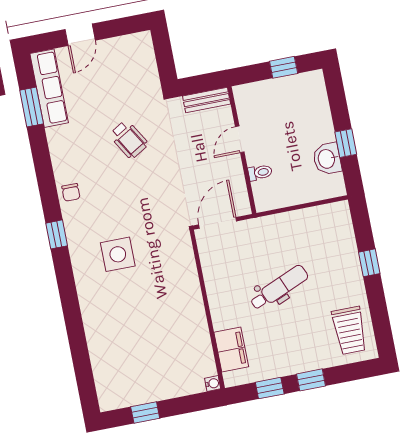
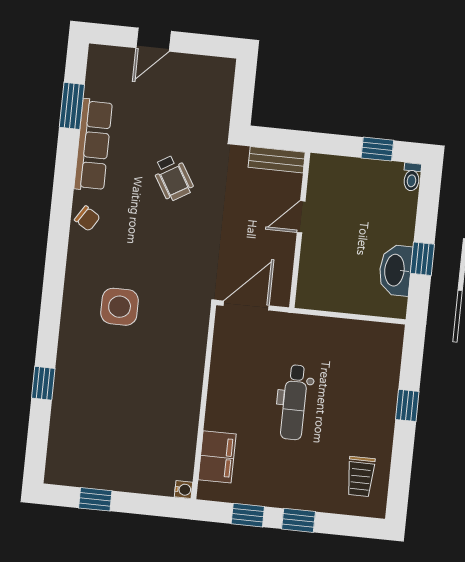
row of seats: (49, 88) -> (93, 145), moved
washbasin: (327, 159) -> (395, 270), width x1.38
toilet: (260, 173) -> (412, 177), moved, turned 90
chair: (71, 192) -> (87, 218), turned -57
window: (57, 234) -> (43, 383), moved
dental chair: (279, 288) -> (294, 402), turned 113
trolley: (349, 330) -> (361, 477), width x0.73, depth x0.72

